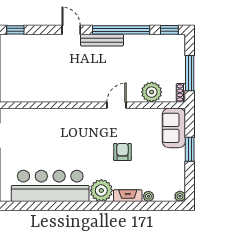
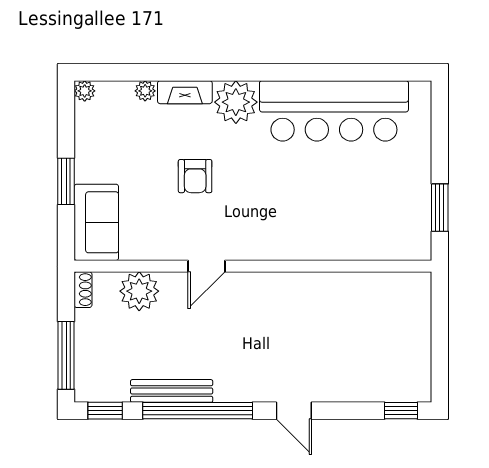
bench: (102, 40) -> (172, 391), moved
window: (190, 73) -> (66, 355), moved

